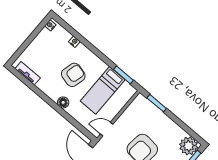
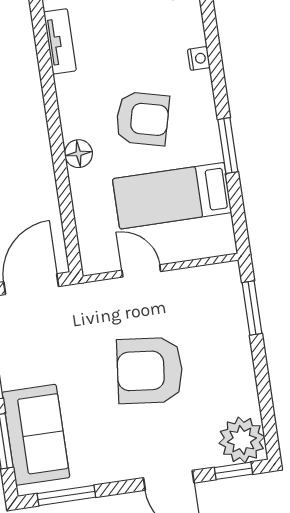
window: (123, 75) -> (228, 146), moved
door: (107, 129) -> (141, 271), moved

